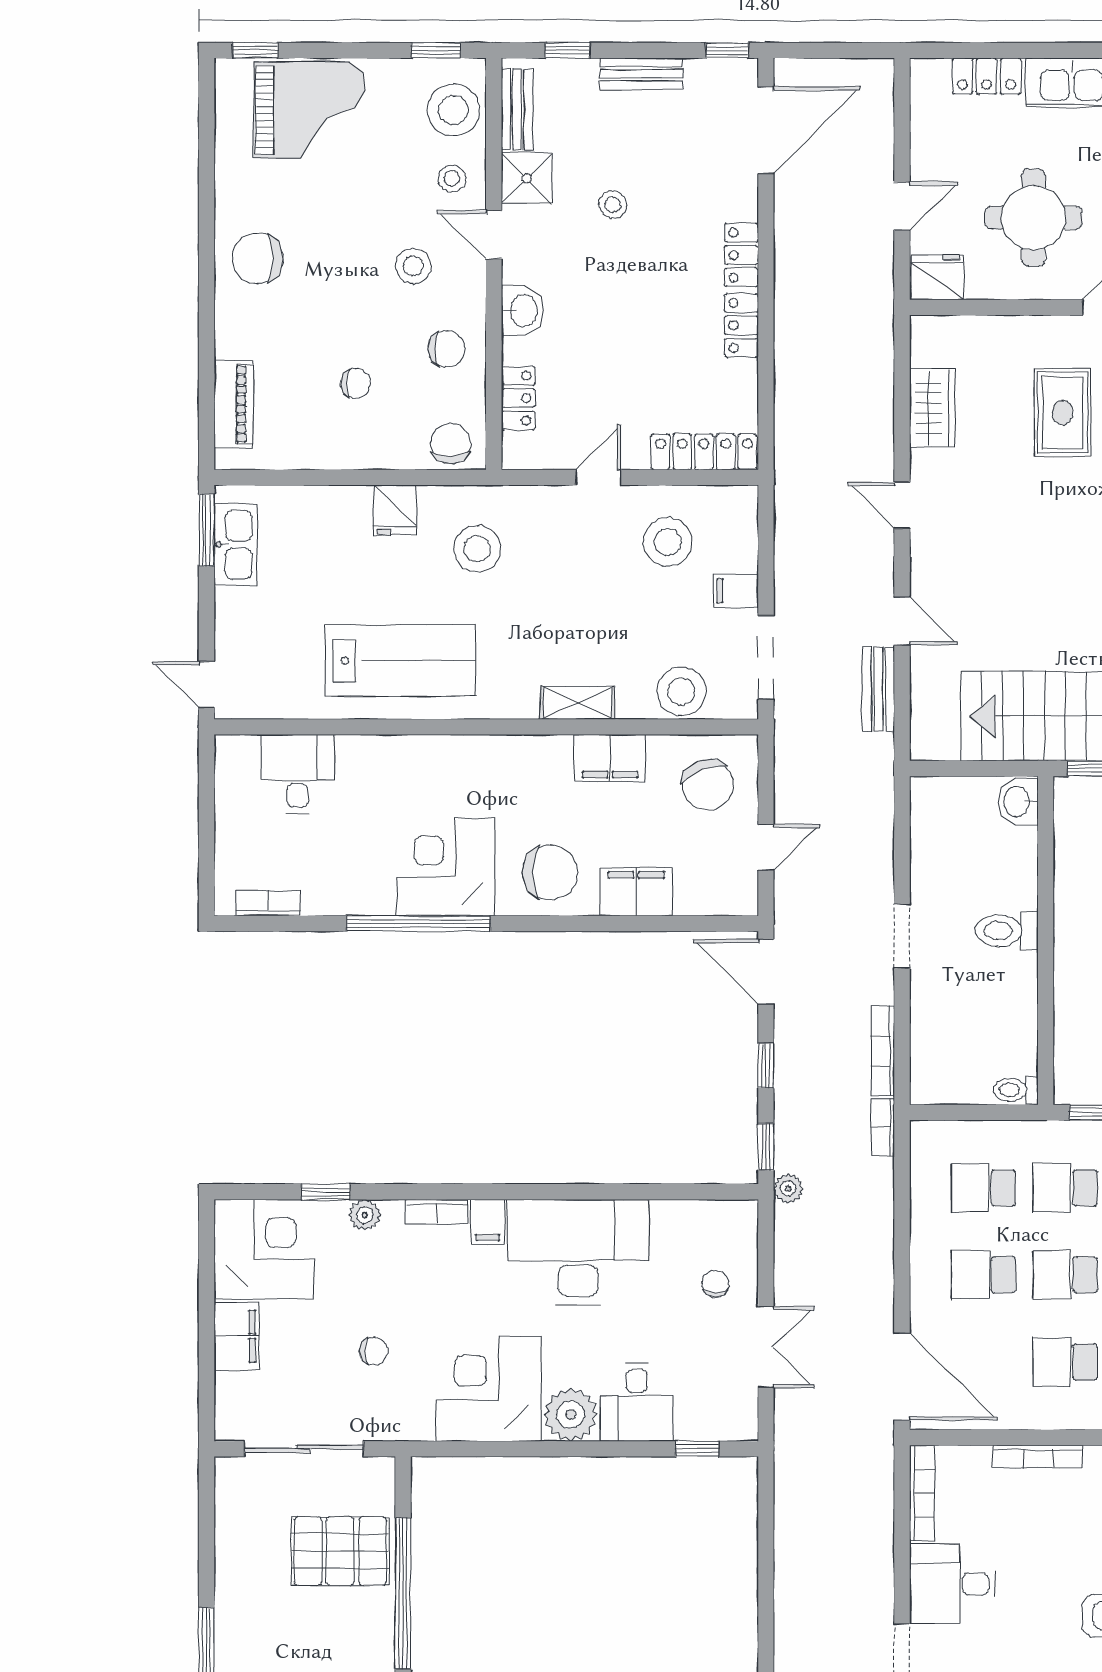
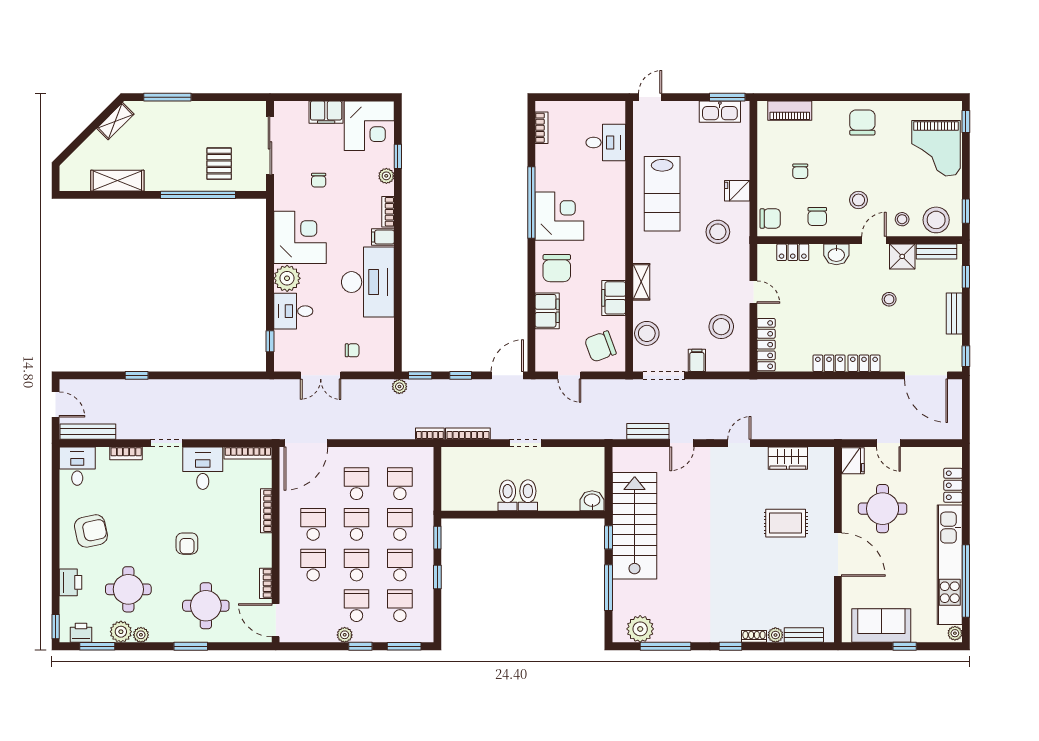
toilet: (1016, 1090) -> (508, 495), moved, width x1.37, depth x1.39
pallet: (340, 1551) -> (219, 164), width x0.67, depth x0.71

